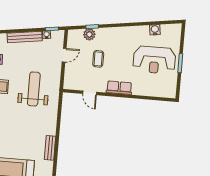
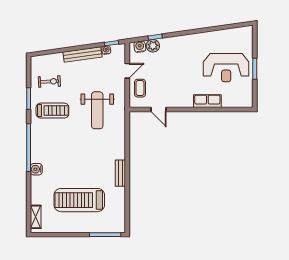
water cooler: (155, 30) -> (140, 47), moved
coffee table: (98, 59) -> (140, 88), moved
row of seats: (119, 88) -> (207, 101), moved
weight bench: (34, 89) -> (97, 110), turned 180

